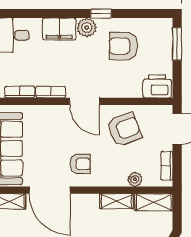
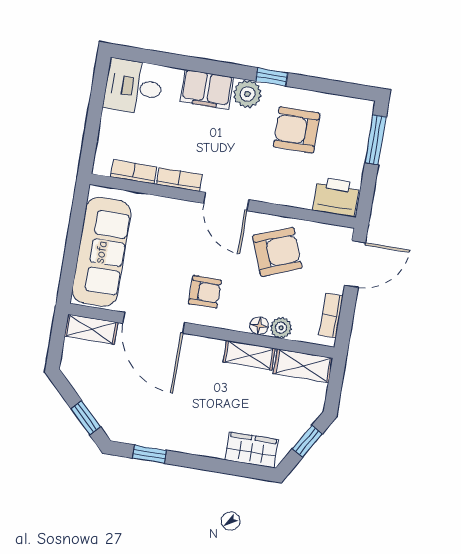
floor lamp: (120, 180) -> (259, 326), added

